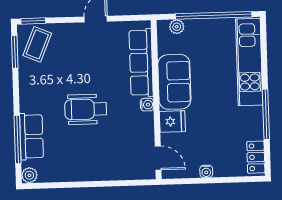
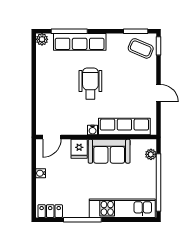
row of seats: (31, 136) -> (80, 42), width x1.48

